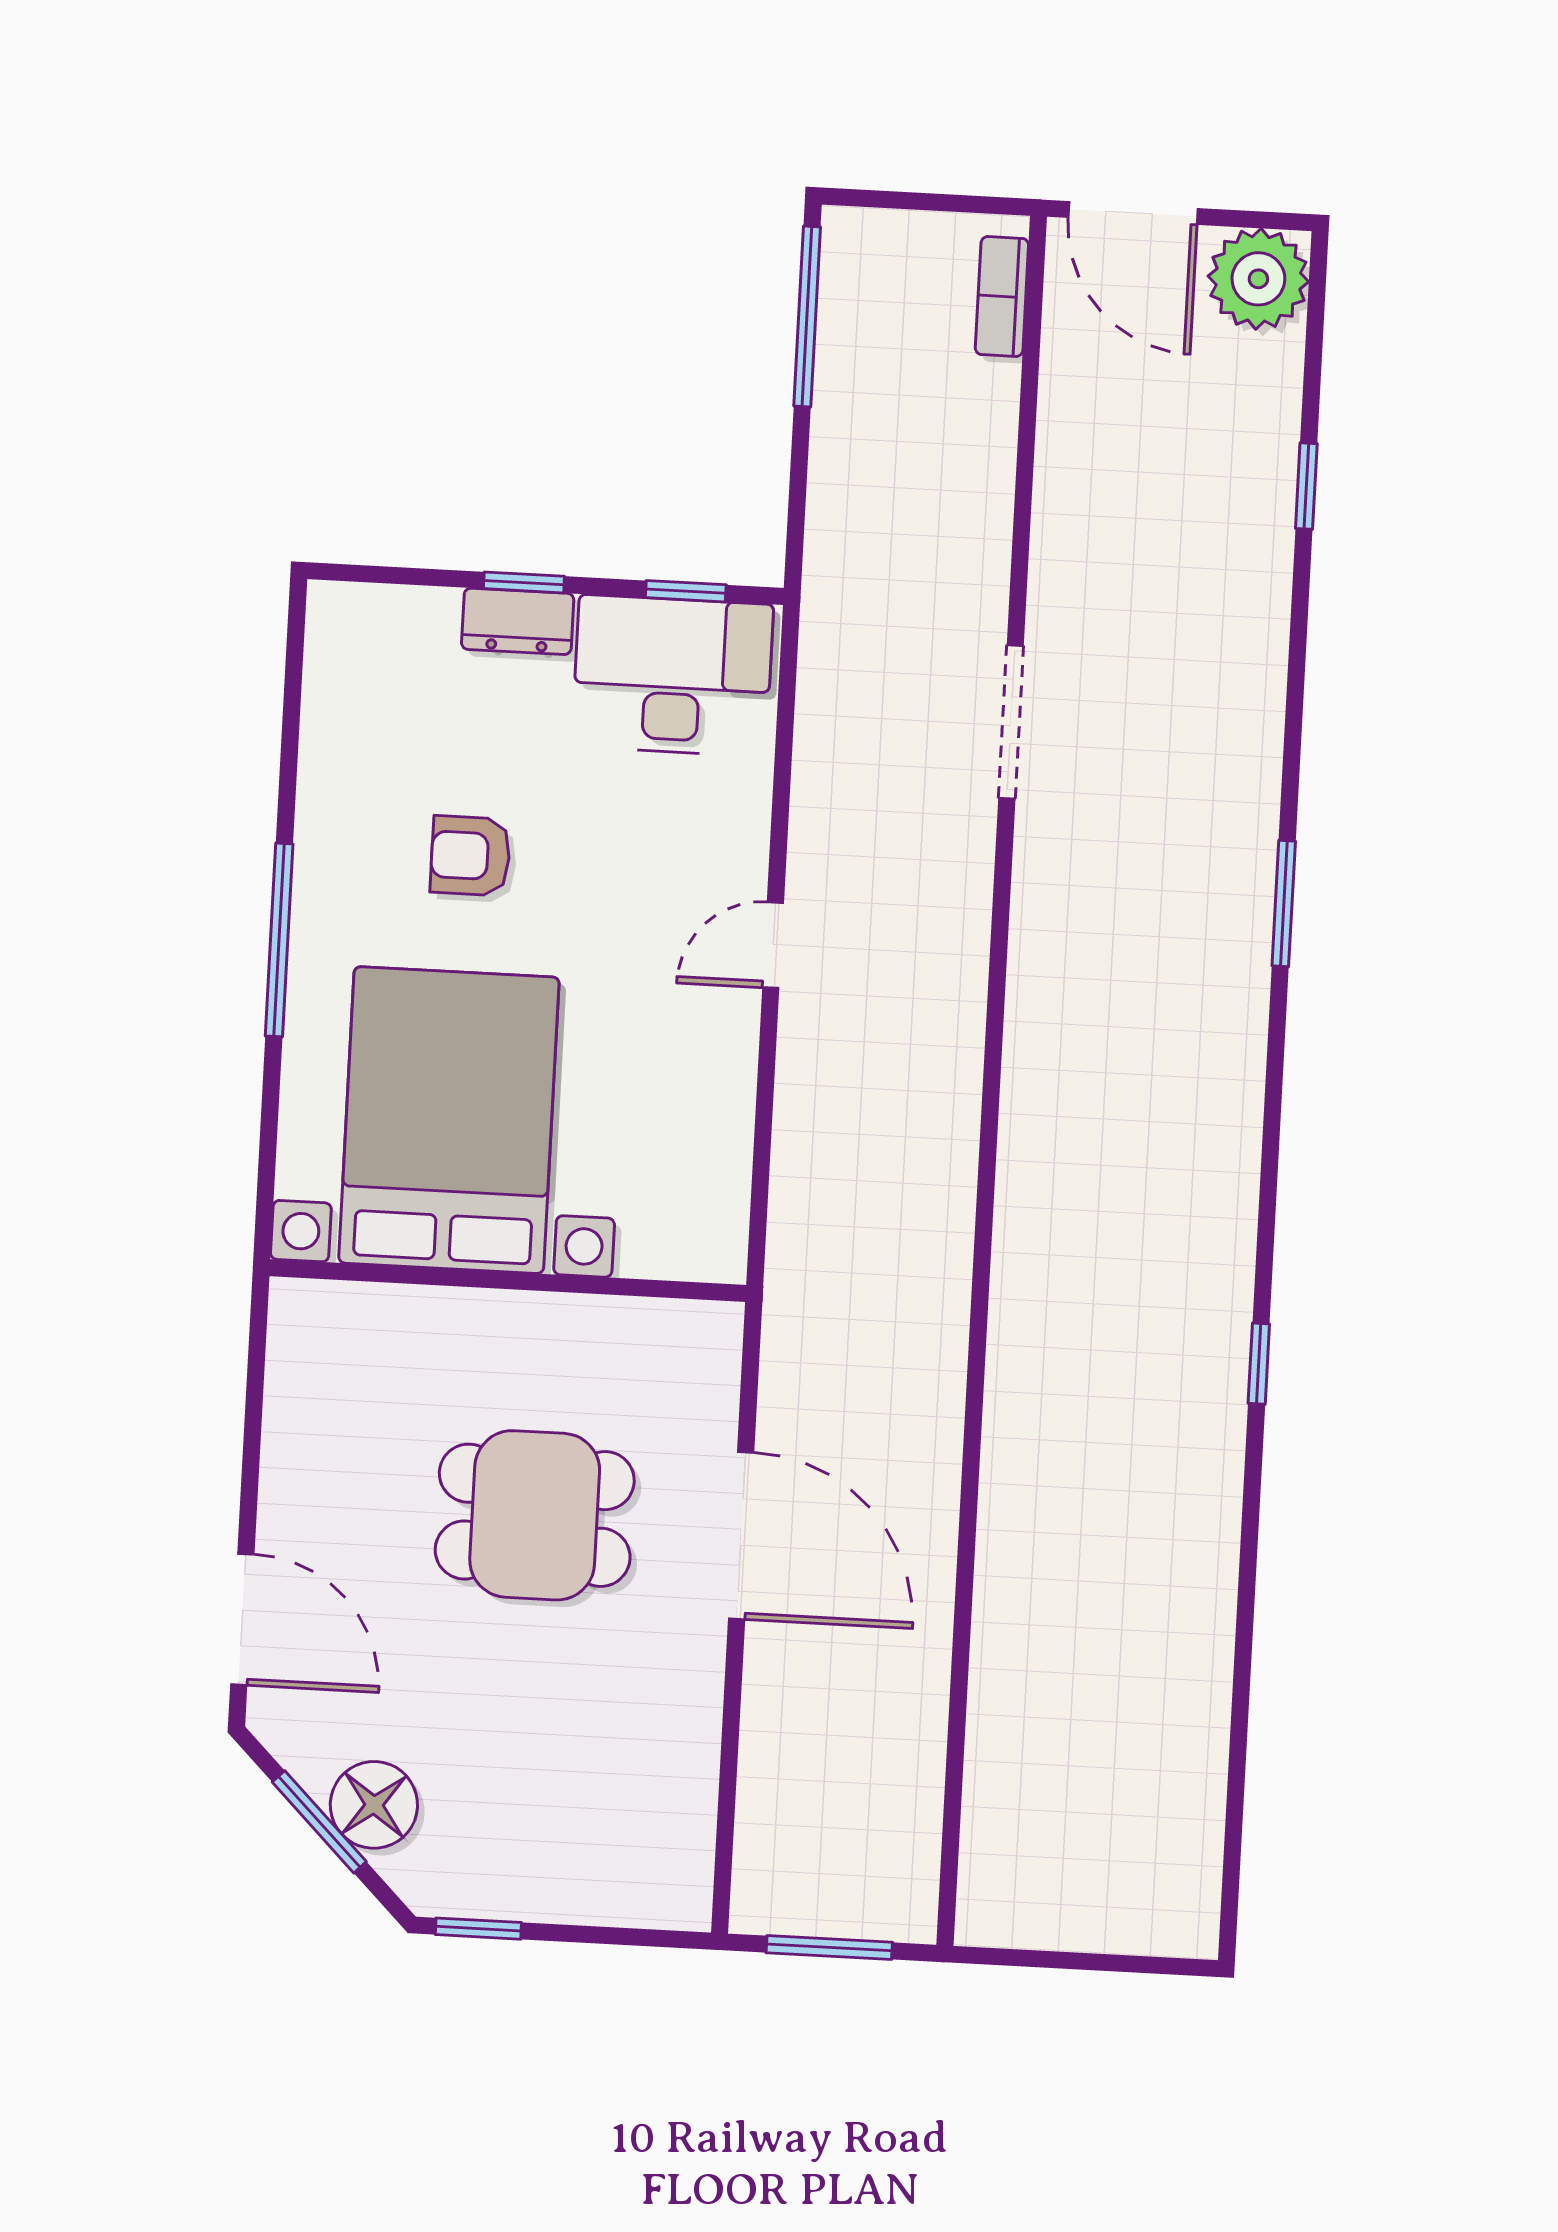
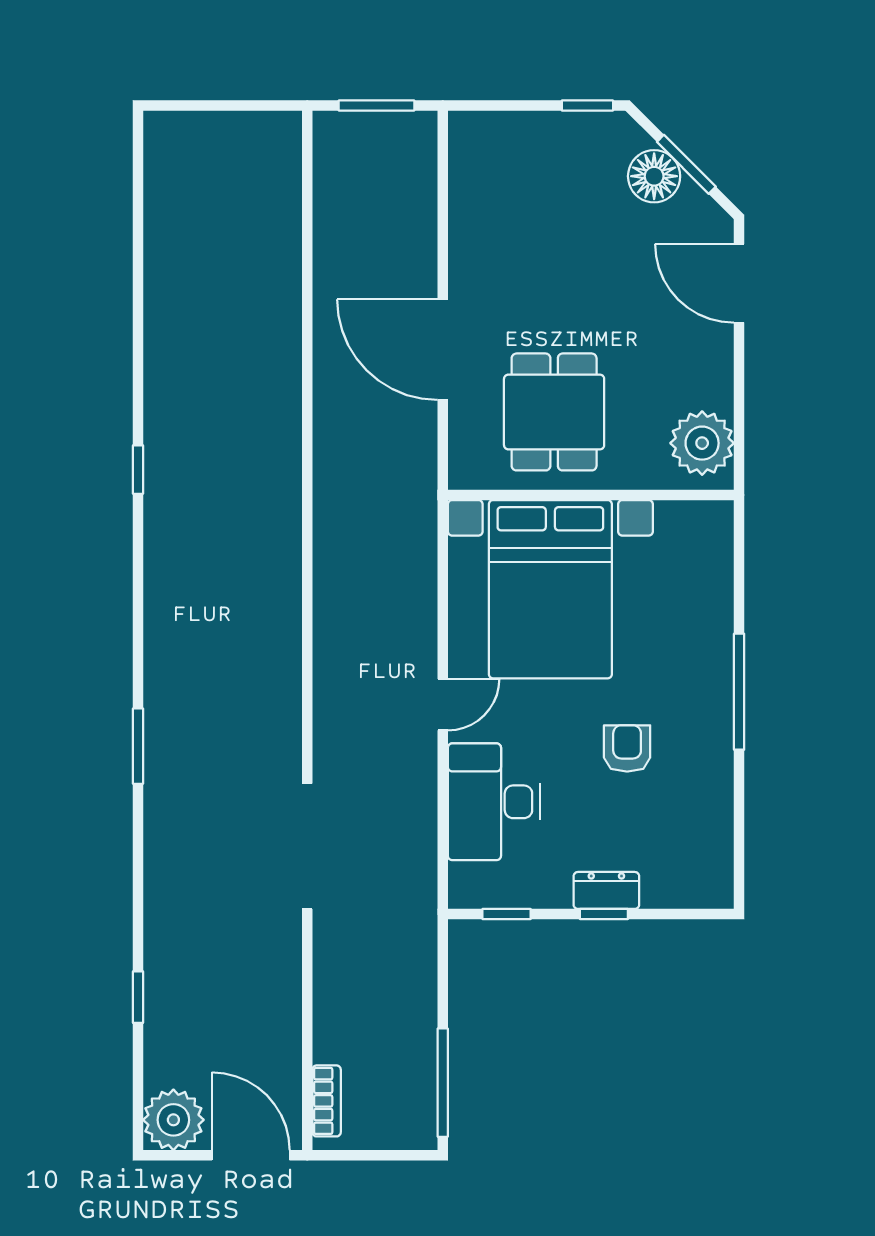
desk: (673, 675) -> (494, 802), moved, turned 90
doorway: (1011, 722) -> (307, 846), width x1.36
armchair: (470, 856) -> (627, 748), turned -90
bed with nightstands: (449, 1120) -> (550, 589), moved
plant: (318, 1357) -> (702, 443), added
dining table: (535, 1515) -> (554, 412), moved, turned 90

